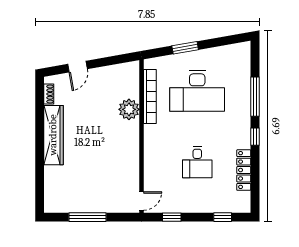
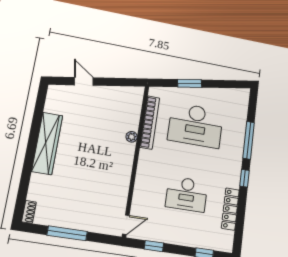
door: (78, 67) -> (84, 81), swing flipped
shoe rack: (49, 94) -> (29, 212), moved
plant: (129, 109) -> (132, 137), width x0.53, depth x0.53
desk: (197, 162) -> (187, 194), width x1.37

